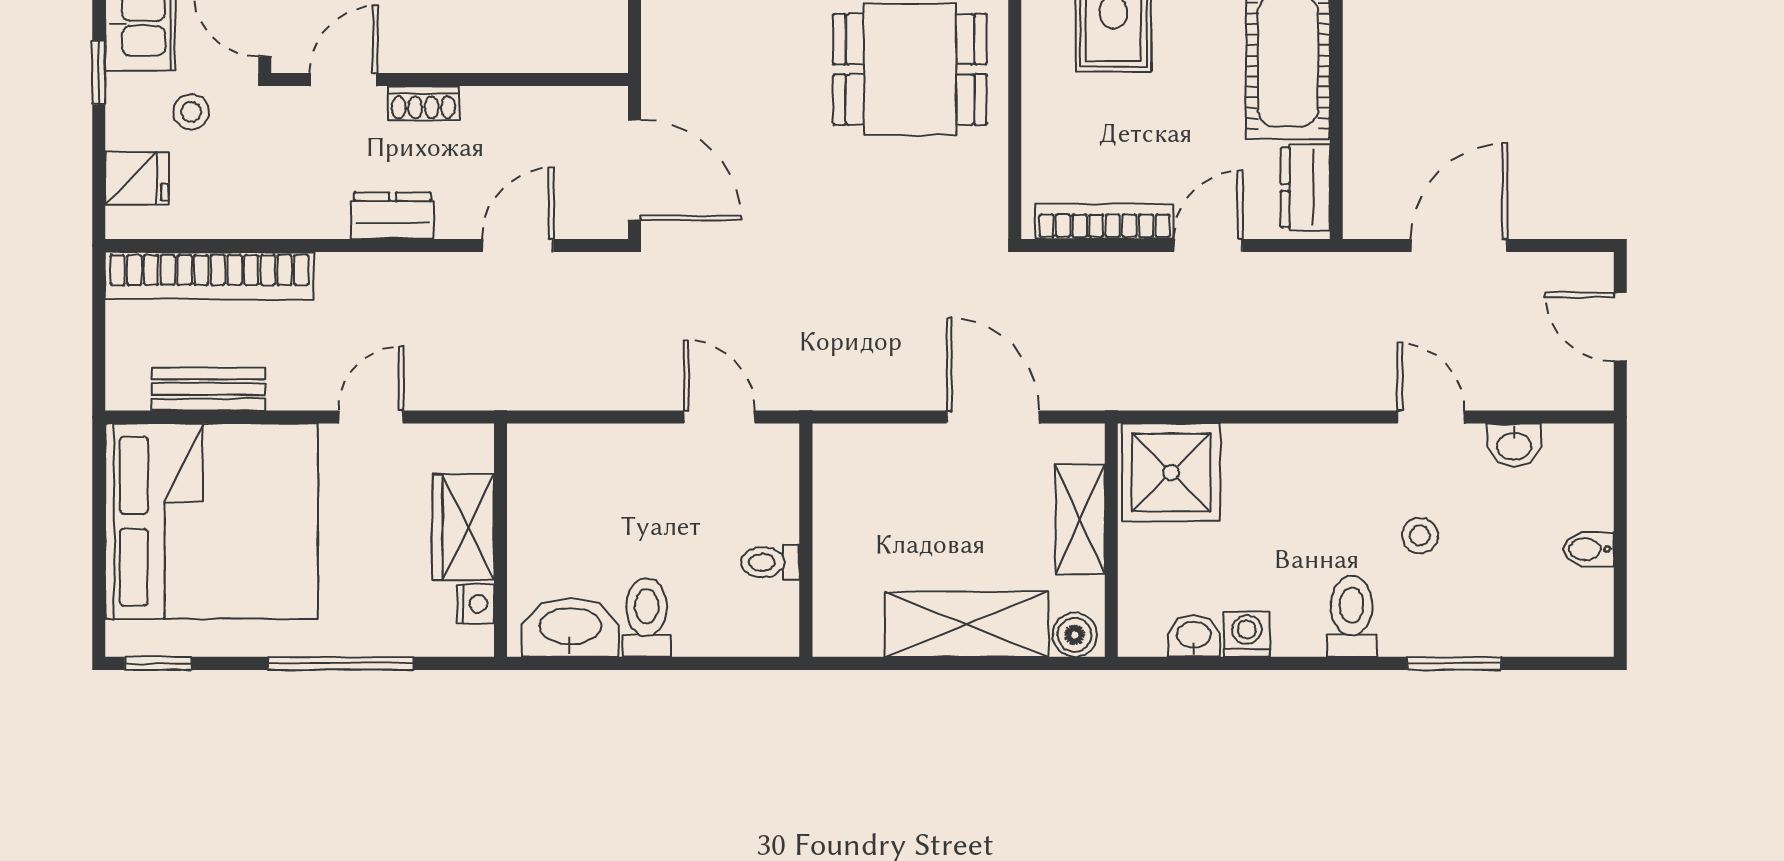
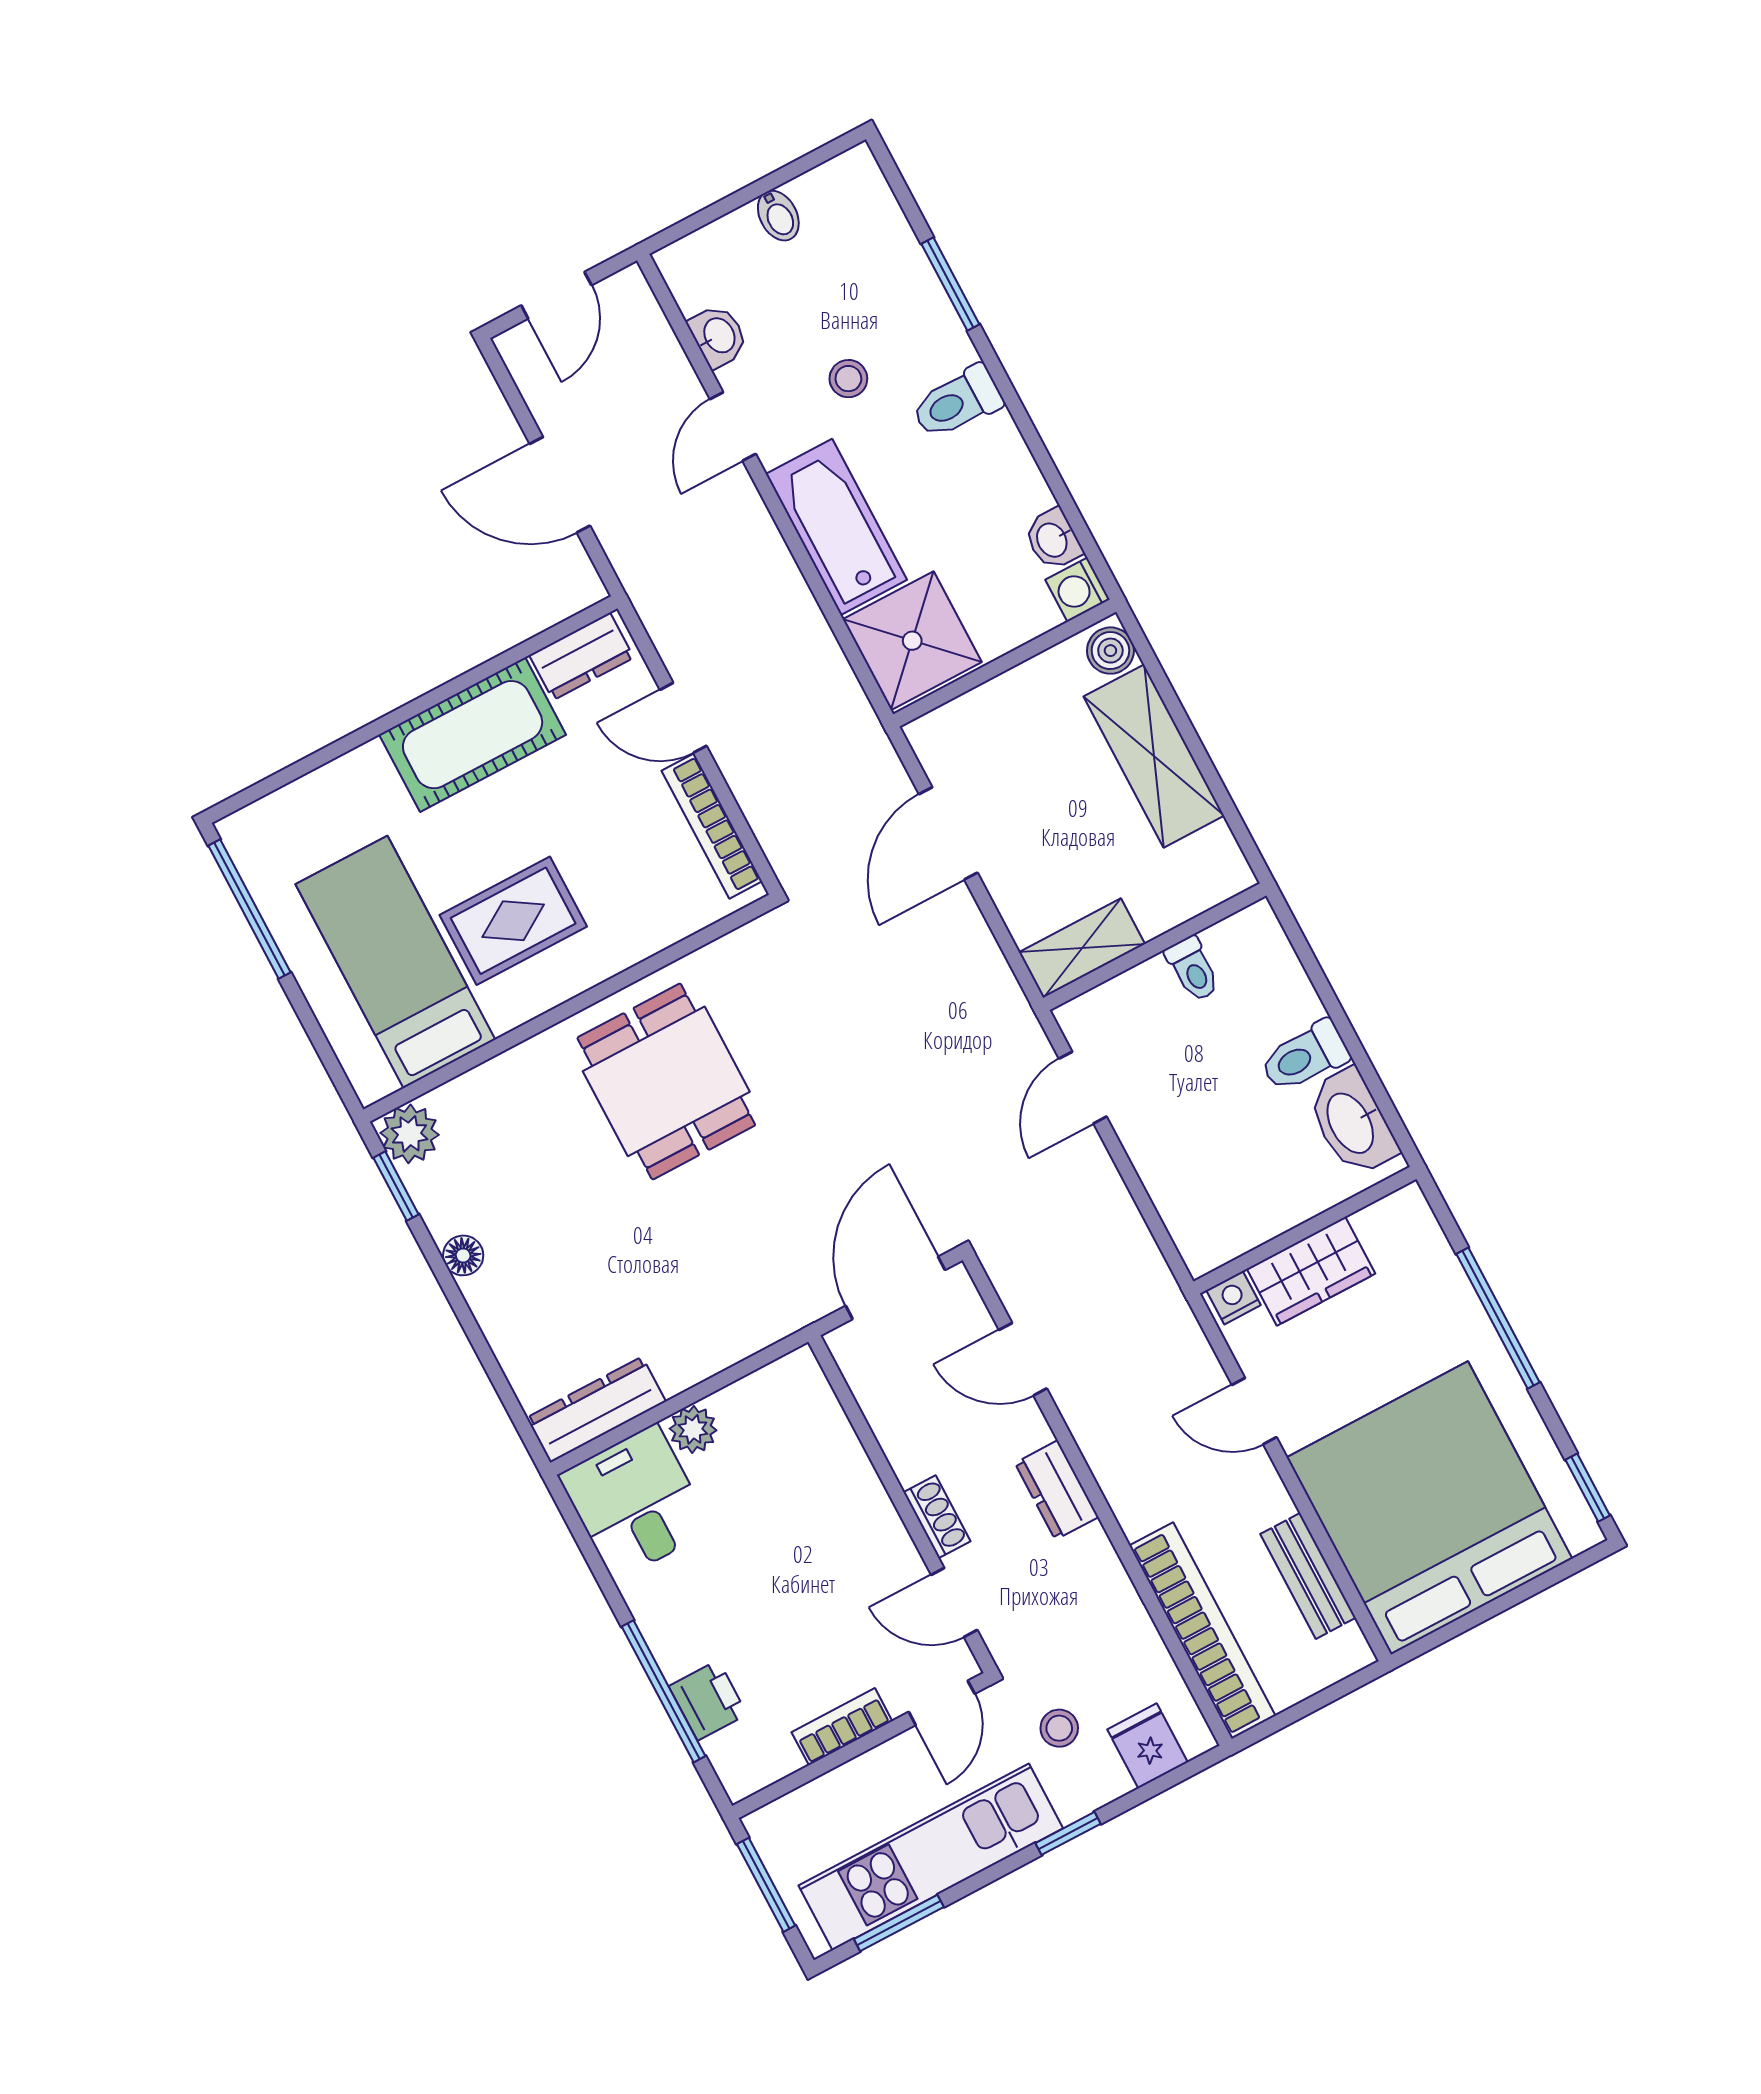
bathtub: (1301, 459) -> (836, 527), added
shelving: (1080, 519) -> (1082, 948), moved
nightstand: (476, 604) -> (1234, 1298), moved
washing machine: (1247, 634) -> (1077, 590), moved

